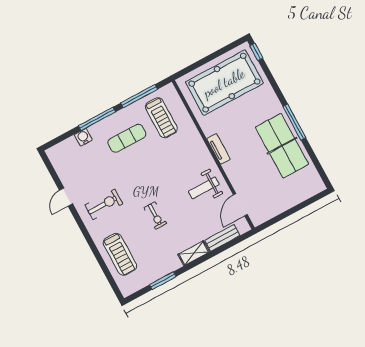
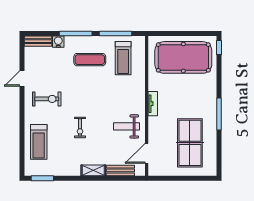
table tennis table: (282, 146) -> (190, 143), moved
bench: (62, 148) -> (38, 41), added
window: (163, 281) -> (42, 178), moved

